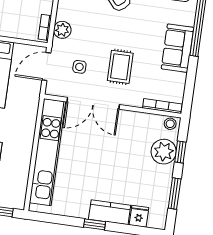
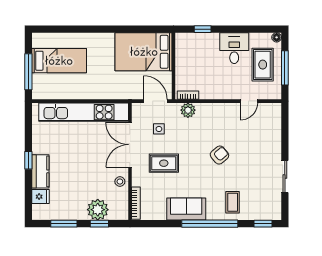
stool: (170, 124) -> (120, 182), moved

